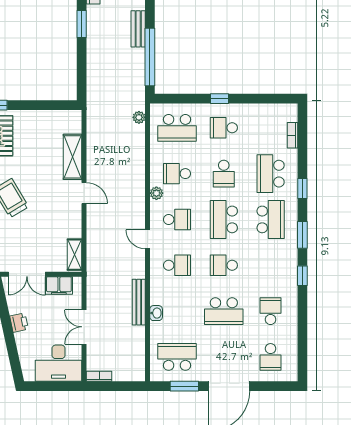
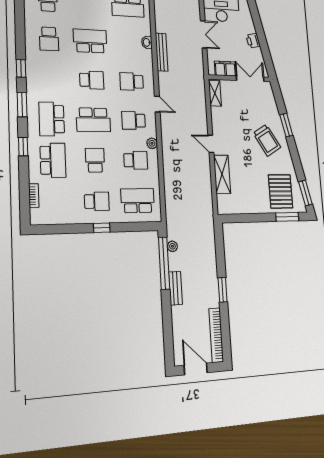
plant: (139, 117) -> (172, 246), moved
school desk: (224, 219) -> (93, 120), turned 90

